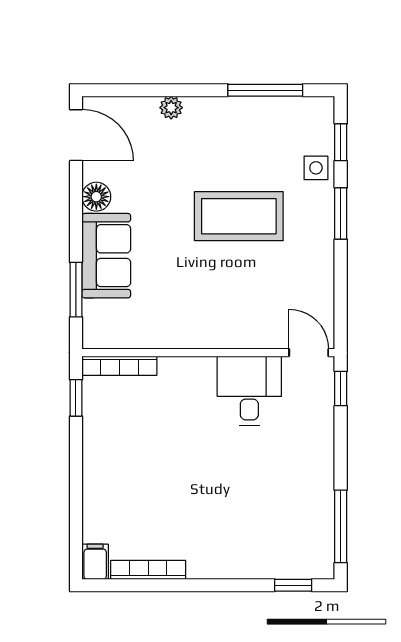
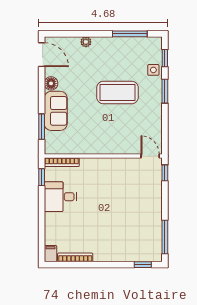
desk: (249, 391) -> (60, 197), moved, turned -90

